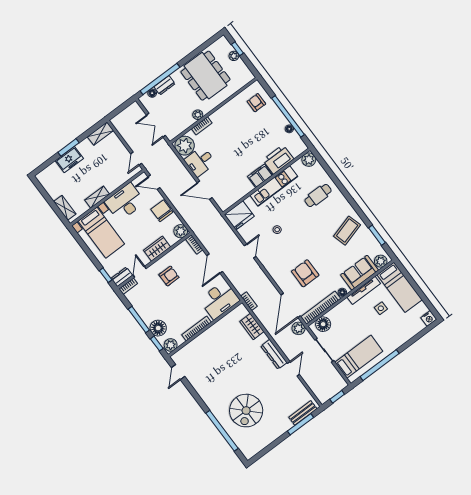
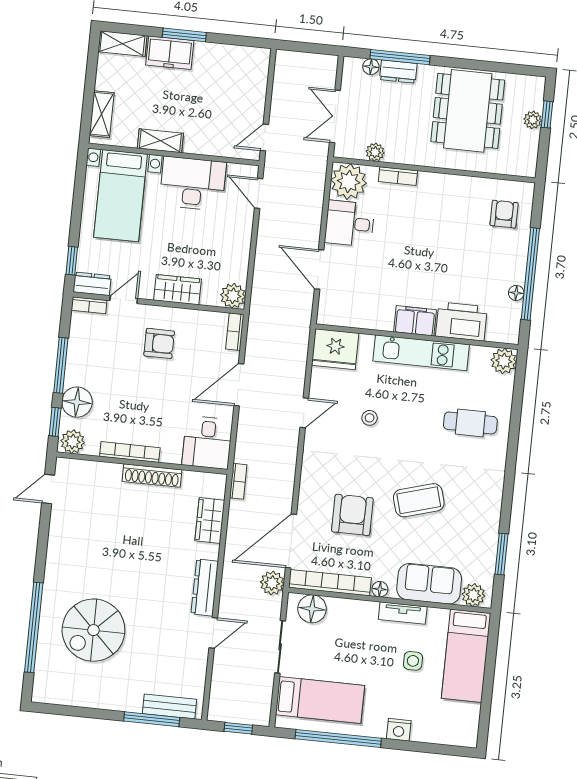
window: (160, 79) -> (400, 57), width x0.68
plant: (198, 115) -> (375, 152), moved
shelving: (100, 134) -> (122, 44), moved
chair: (162, 211) -> (233, 243), removed
coffee table: (347, 231) -> (419, 500), moved
tv unit: (364, 290) -> (403, 613), width x0.71
desk: (219, 300) -> (207, 443), width x0.73
nightstand: (429, 318) -> (399, 730), moved
shoe rack: (213, 330) -> (152, 476), added

